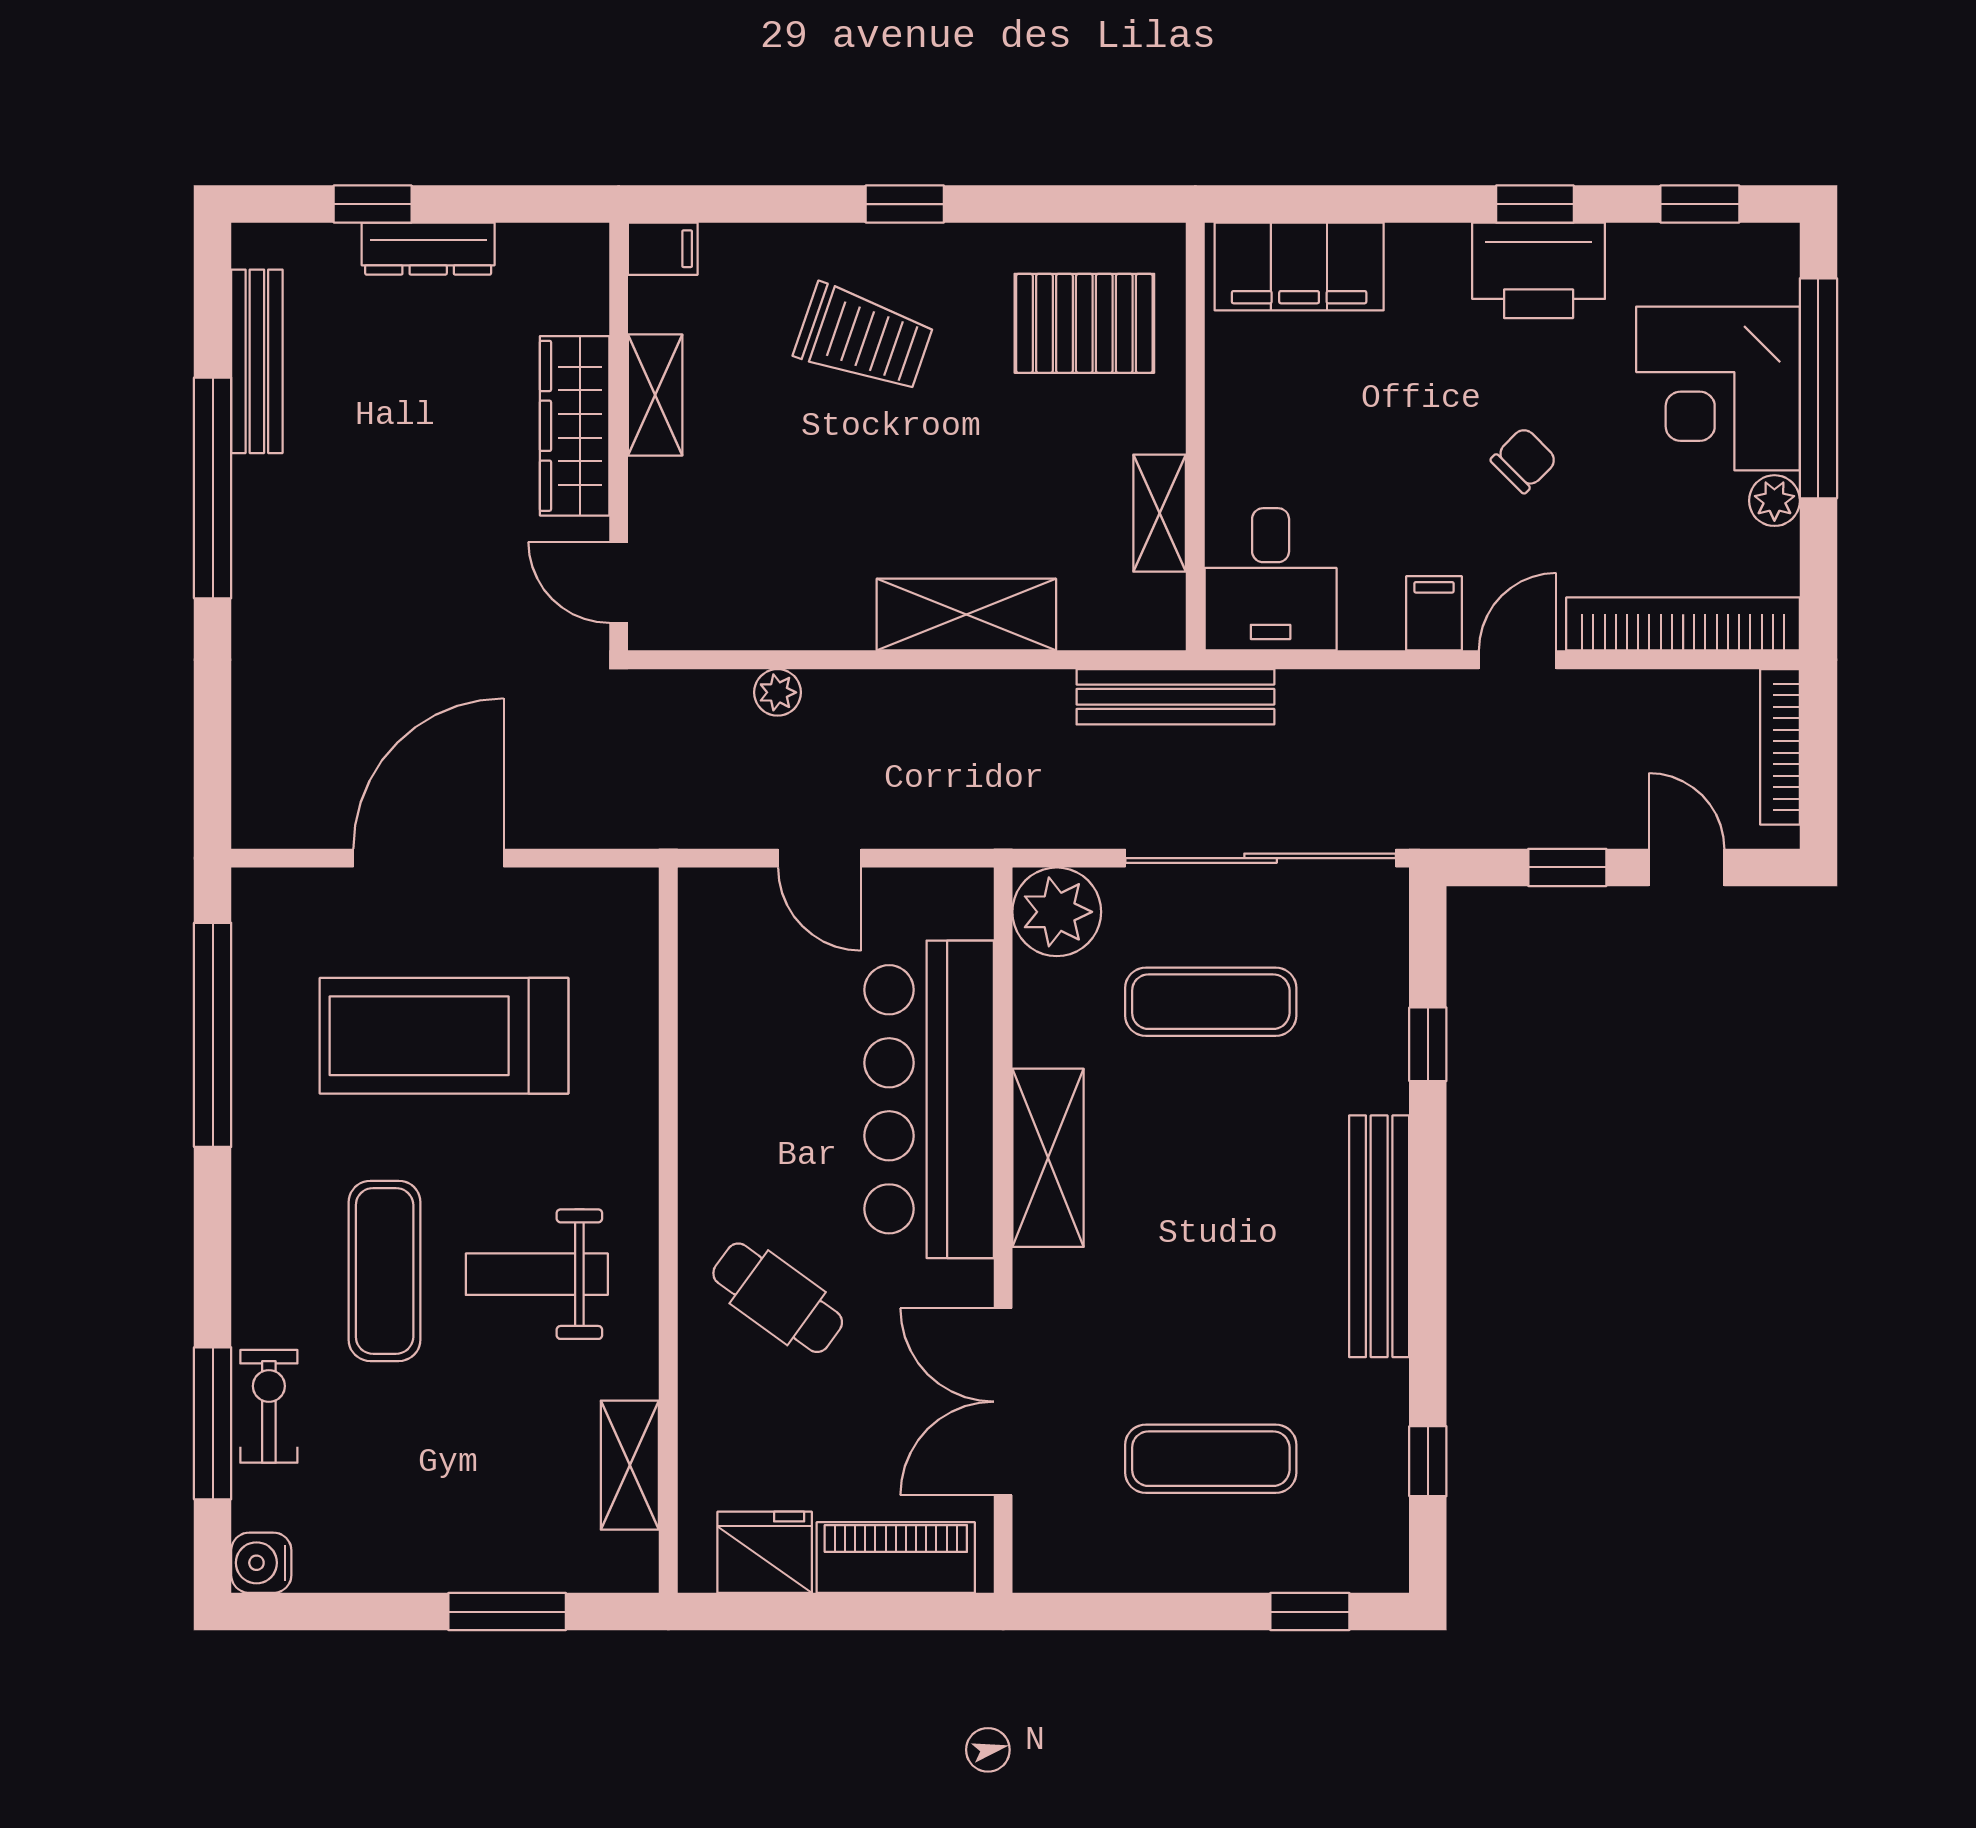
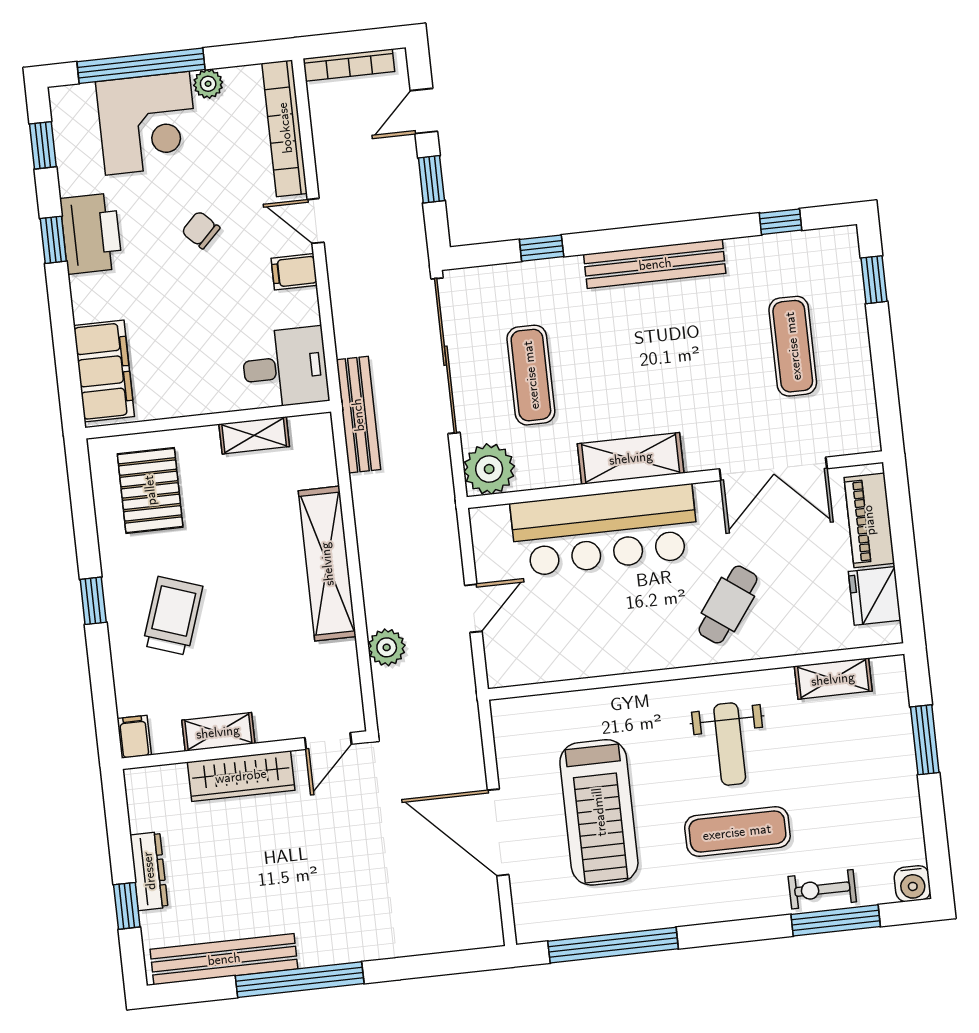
bench: (257, 361) -> (224, 959), width x1.37, depth x1.21
shelving: (966, 615) -> (327, 564), width x1.47
plant: (778, 692) -> (387, 647), width x1.38, depth x1.38

